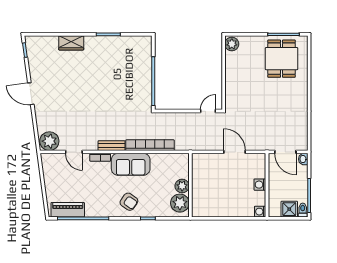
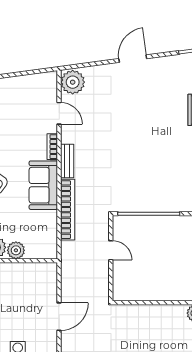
door: (208, 111) -> (111, 250), moved
door: (74, 152) -> (59, 113), swing flipped

